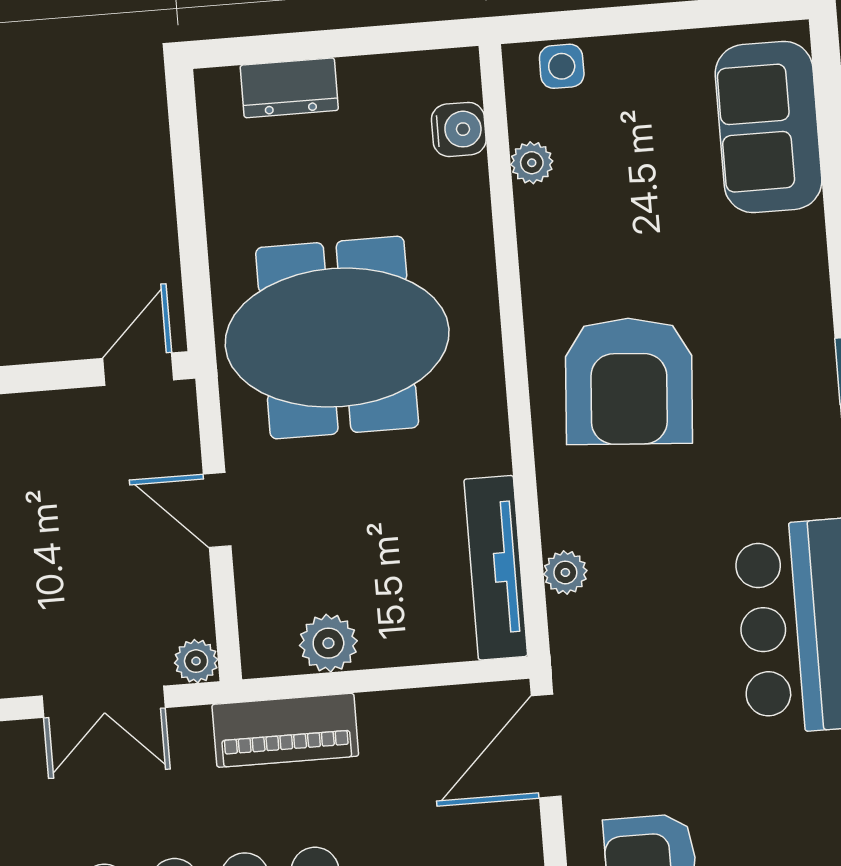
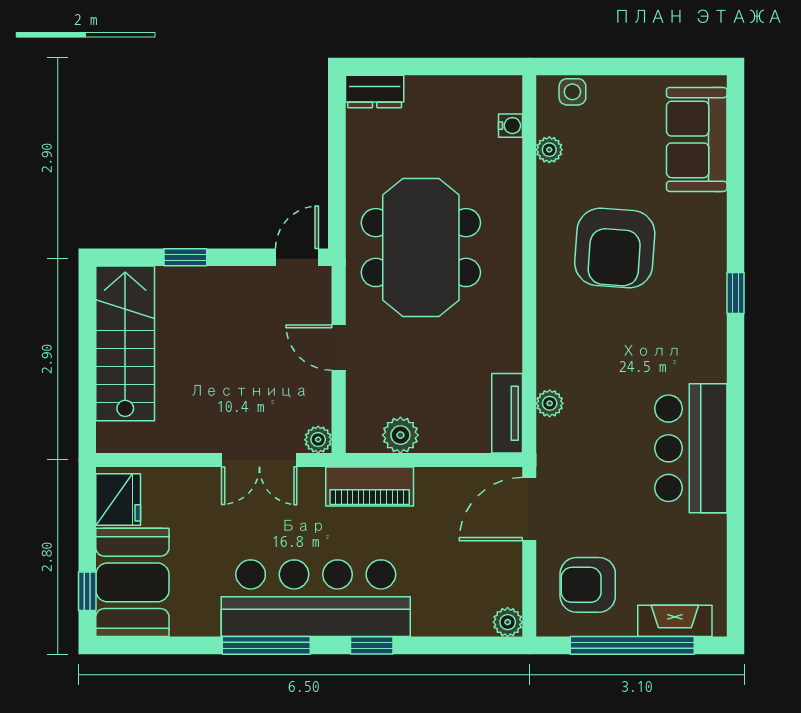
dresser: (289, 88) -> (375, 92), moved
water cooler: (459, 129) -> (510, 126), width x0.72, depth x0.72
meeting table: (337, 338) -> (421, 248), turned 90
armchair: (629, 381) -> (615, 248), moved
tv unit: (496, 568) -> (507, 413), width x0.71

